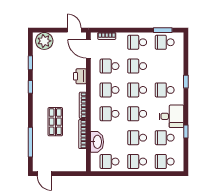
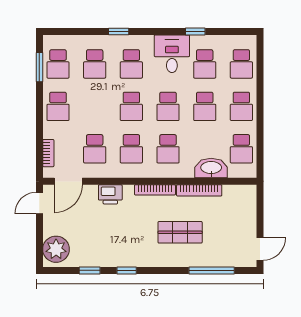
school desk: (137, 66) -> (95, 64), moved

